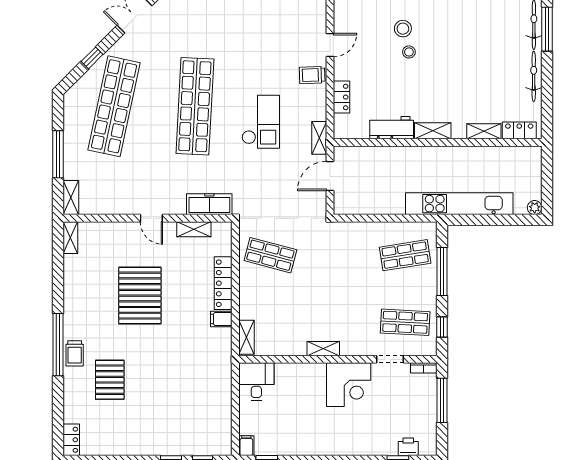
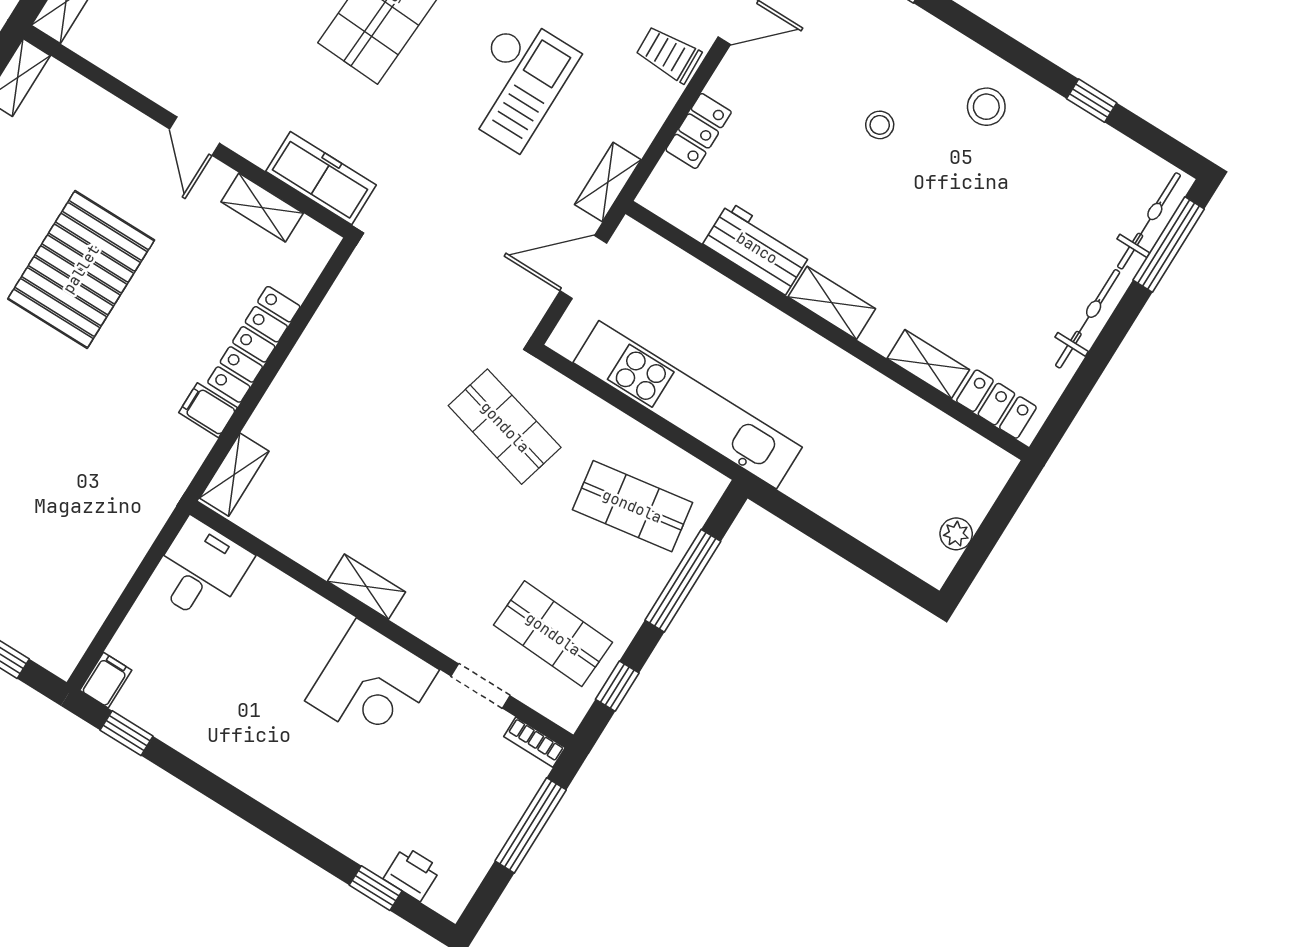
stool: (403, 29) -> (986, 107), moved
kitchen unit: (459, 204) -> (688, 405), moved
plant: (535, 208) -> (956, 534), moved
shop shelf: (270, 255) -> (505, 427), moved

